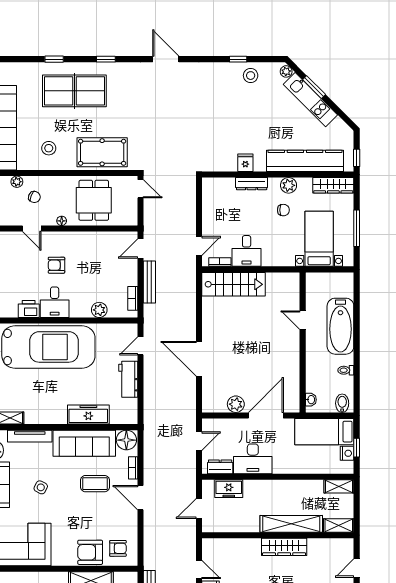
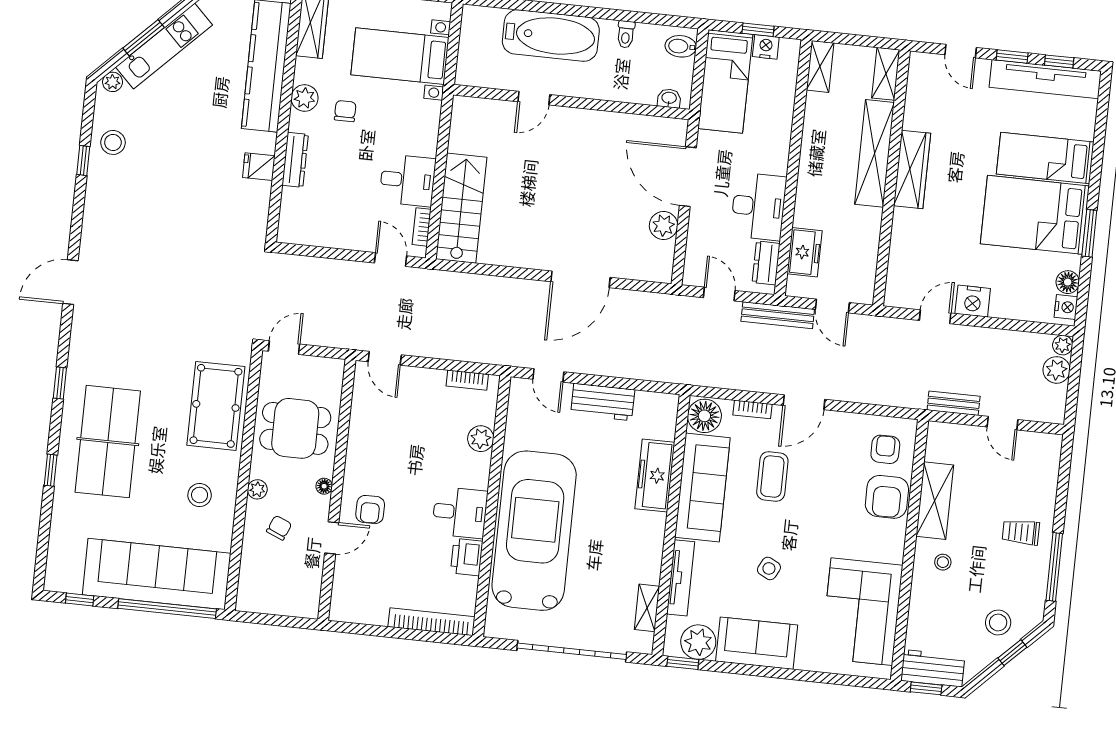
plant: (17, 182) -> (257, 489), moved
armchair: (56, 265) -> (370, 510), moved
bench: (149, 282) -> (778, 315), moved

